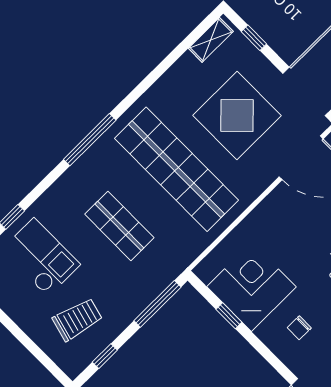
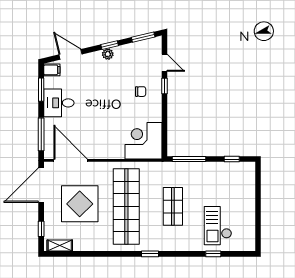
window: (90, 140) -> (150, 254), width x0.46
corner desk: (251, 287) -> (143, 141), moved, turned 90
window: (229, 316) -> (165, 86), moved
trolley: (77, 319) -> (228, 185), removed

